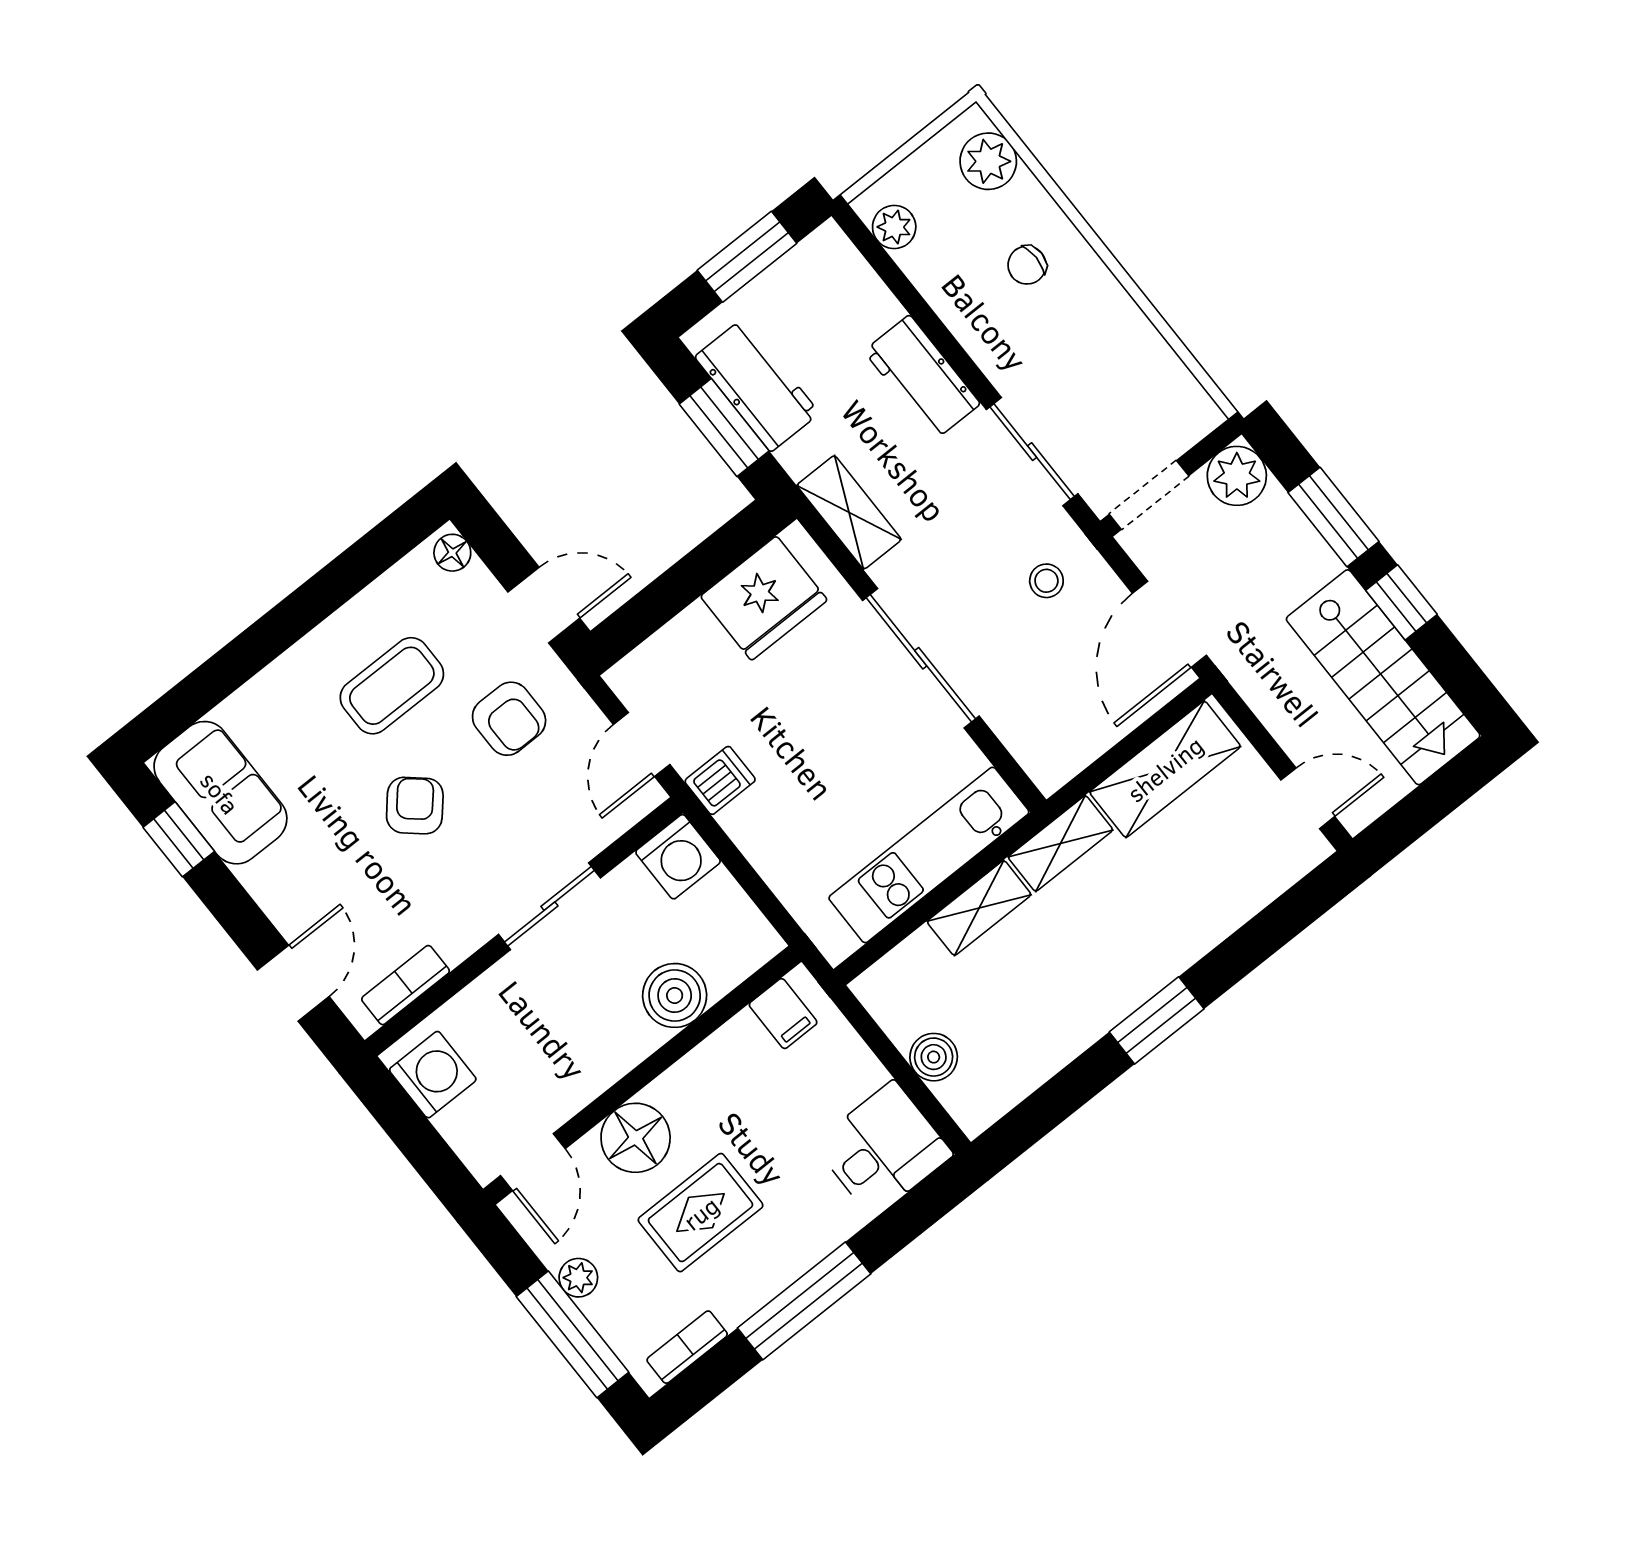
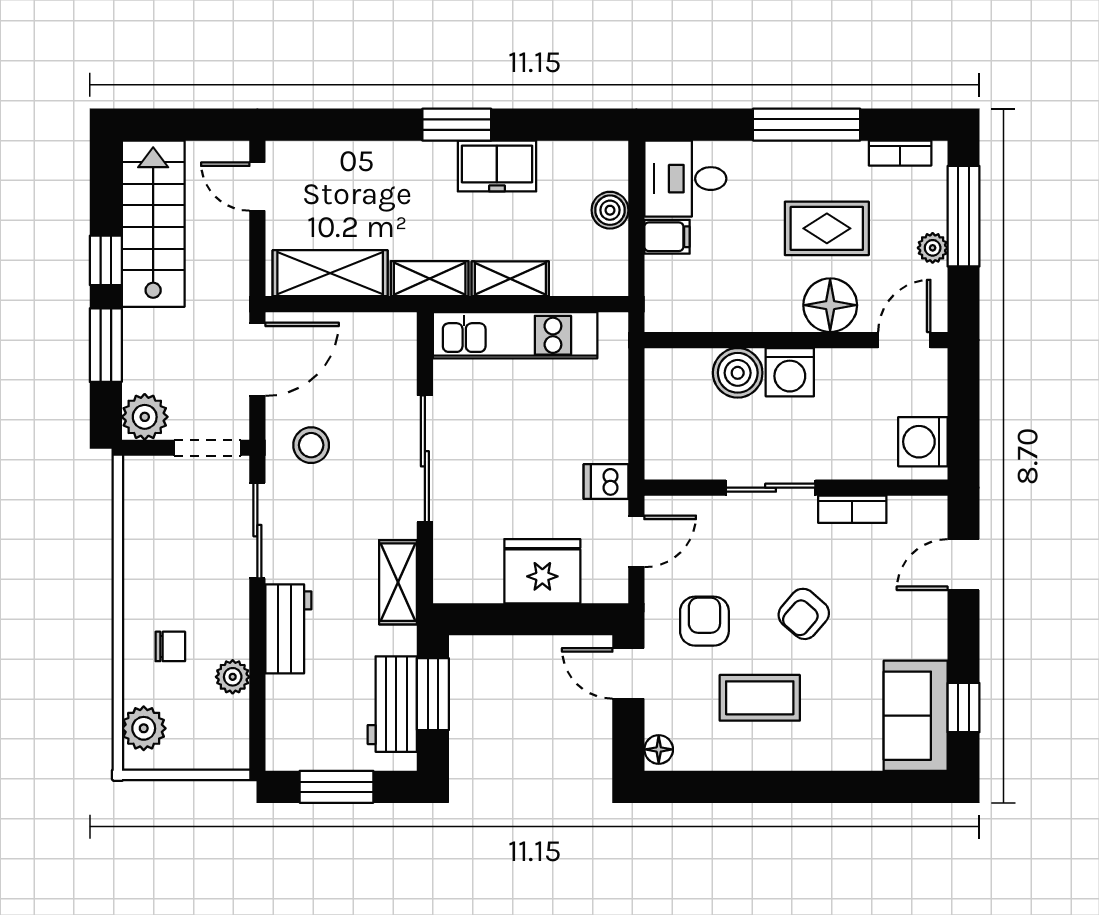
plant: (894, 227) -> (233, 677), moved
stool: (1046, 581) -> (311, 445), width x1.37, depth x1.37
fridge: (764, 598) -> (542, 571), moved
washing machine: (678, 857) -> (790, 372), moved, turned 180
bookcase: (406, 985) -> (852, 509), moved
freezer: (1083, 1011) -> (497, 166), added
filing cabinet: (783, 1014) -> (667, 237), moved, turned 90

